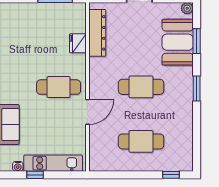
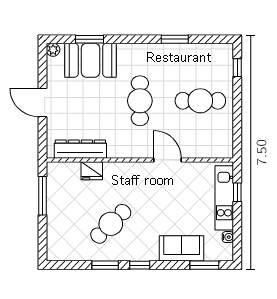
cafe table: (59, 87) -> (111, 224), moved, turned 46
window: (197, 89) -> (175, 39), moved
cafe table: (141, 141) -> (200, 101), turned 90
window: (35, 175) -> (237, 192), moved

